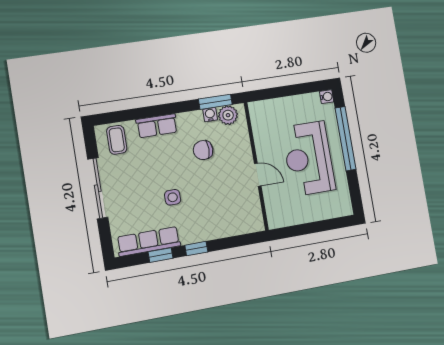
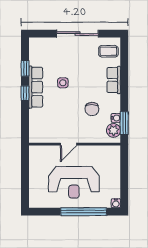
chair: (203, 150) -> (92, 109), turned 180
reception desk: (309, 159) -> (74, 182), turned 180
row of seats: (149, 241) -> (36, 87), moved

